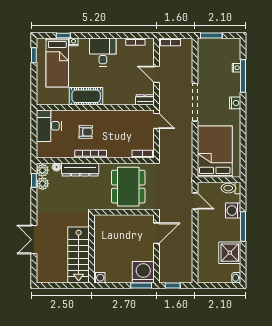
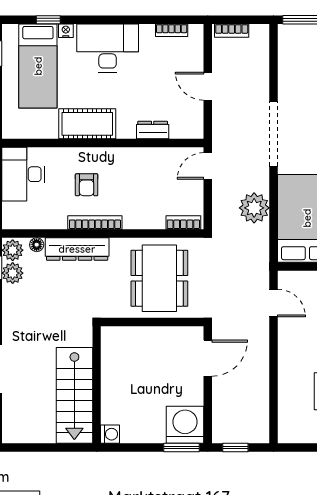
desk: (103, 52) -> (108, 48), width x1.37
dresser: (145, 100) -> (153, 130), moved
door: (156, 121) -> (208, 166), swing flipped
armchair: (86, 132) -> (87, 185), turned 89
plant: (184, 145) -> (254, 208), added

